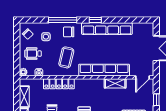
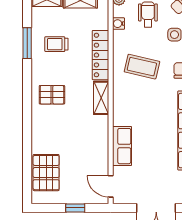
row of seats: (104, 70) -> (122, 146), width x0.50
shelving: (115, 83) -> (101, 98), moved

